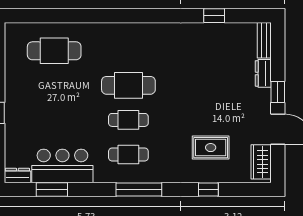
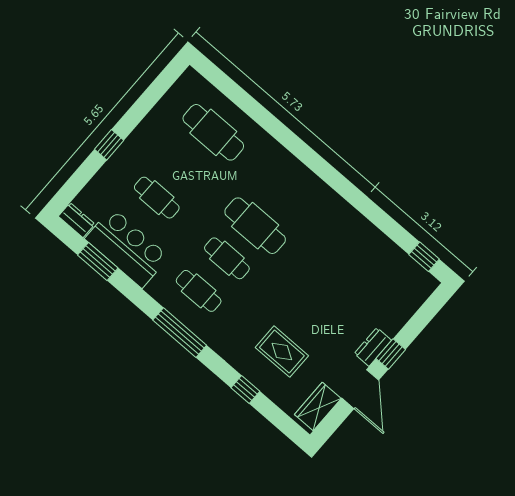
window: (214, 16) -> (424, 257), moved
bench: (264, 40) -> (420, 294), removed
dresser: (263, 73) -> (373, 347), moved
cafe table: (54, 120) -> (157, 198), added

